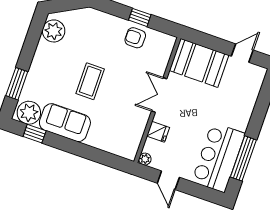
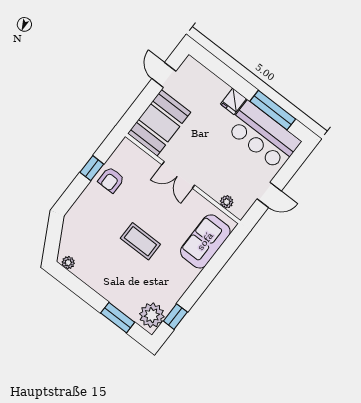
plant: (54, 31) -> (68, 263), width x0.53, depth x0.53
sofa: (65, 123) -> (205, 241), moved
fridge: (158, 132) -> (233, 101), moved, turned 180
plant: (145, 159) -> (227, 202), moved

